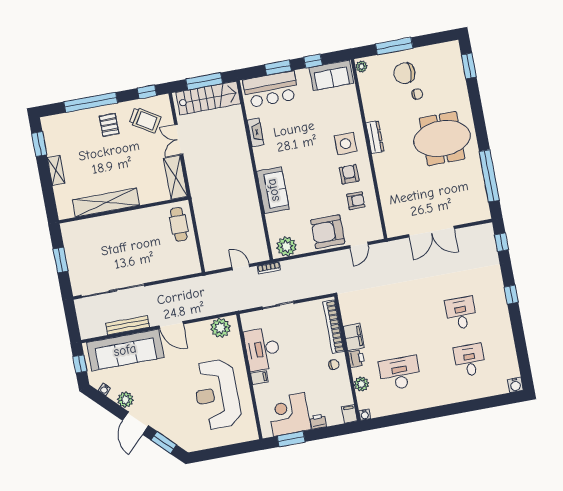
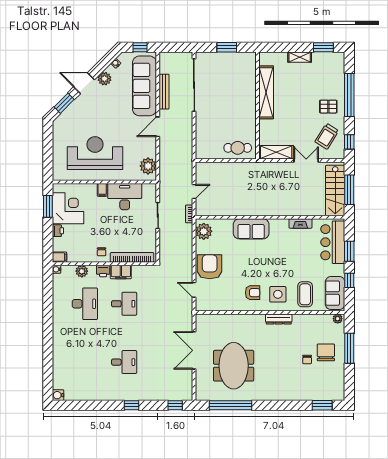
coffee table: (339, 111) -> (305, 294), added
meeting table: (442, 139) -> (234, 366), moved
armchair: (356, 201) -> (230, 294), removed
desk: (470, 360) -> (124, 304), moved

